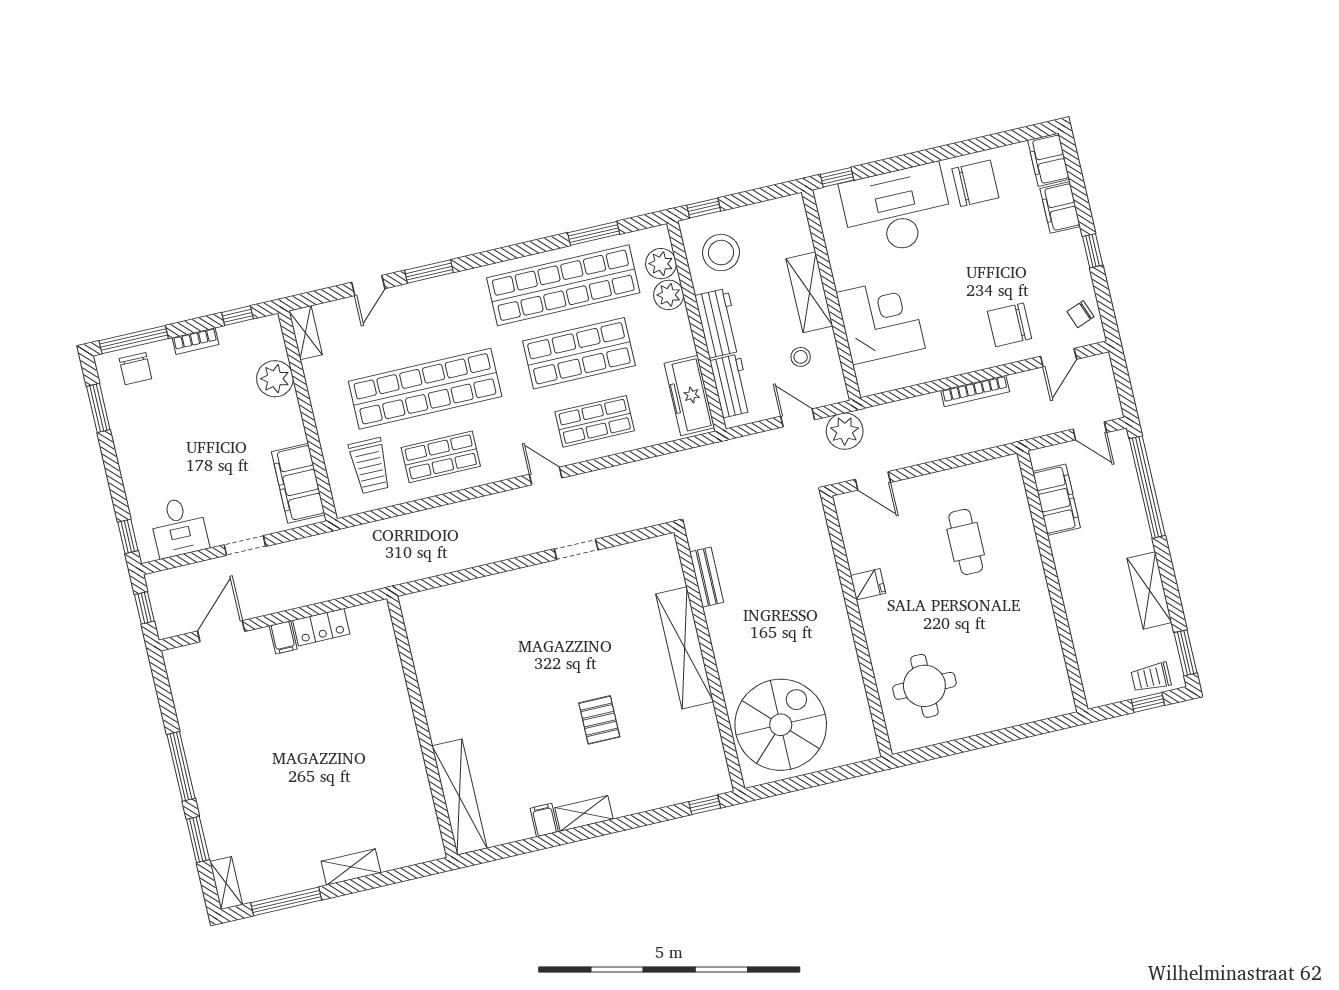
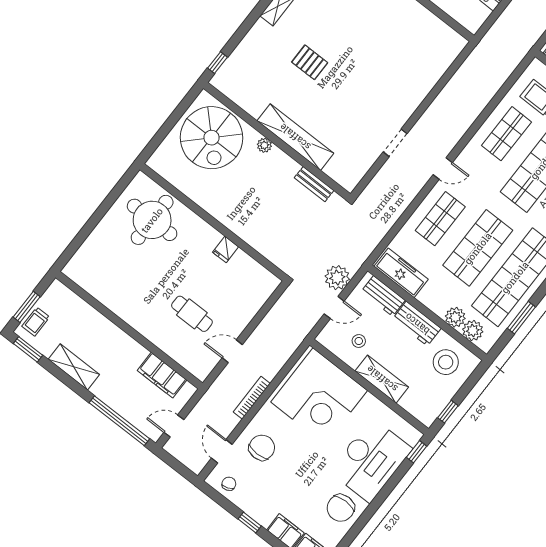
window: (704, 208) -> (448, 412), moved
corner desk: (881, 320) -> (319, 396), width x1.36, depth x1.36
plant: (845, 431) -> (337, 278), moved
door: (873, 481) -> (232, 351), moved
plant: (727, 667) -> (264, 145), added
trolley: (1151, 677) -> (36, 322), turned 180
round table: (924, 686) -> (152, 220), width x1.36, depth x1.36
window: (1148, 702) -> (27, 307), width x1.50

